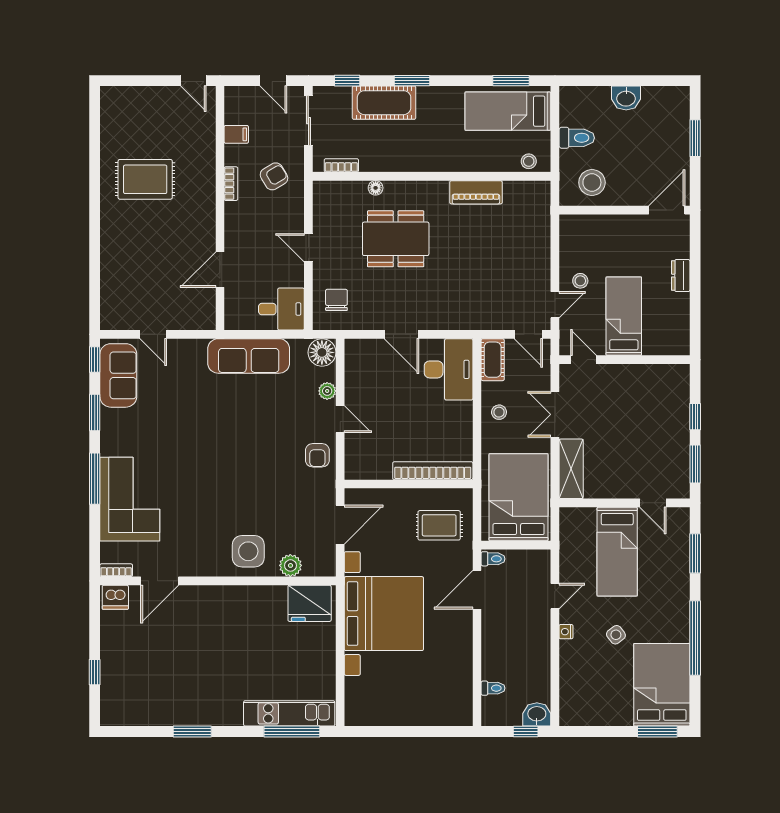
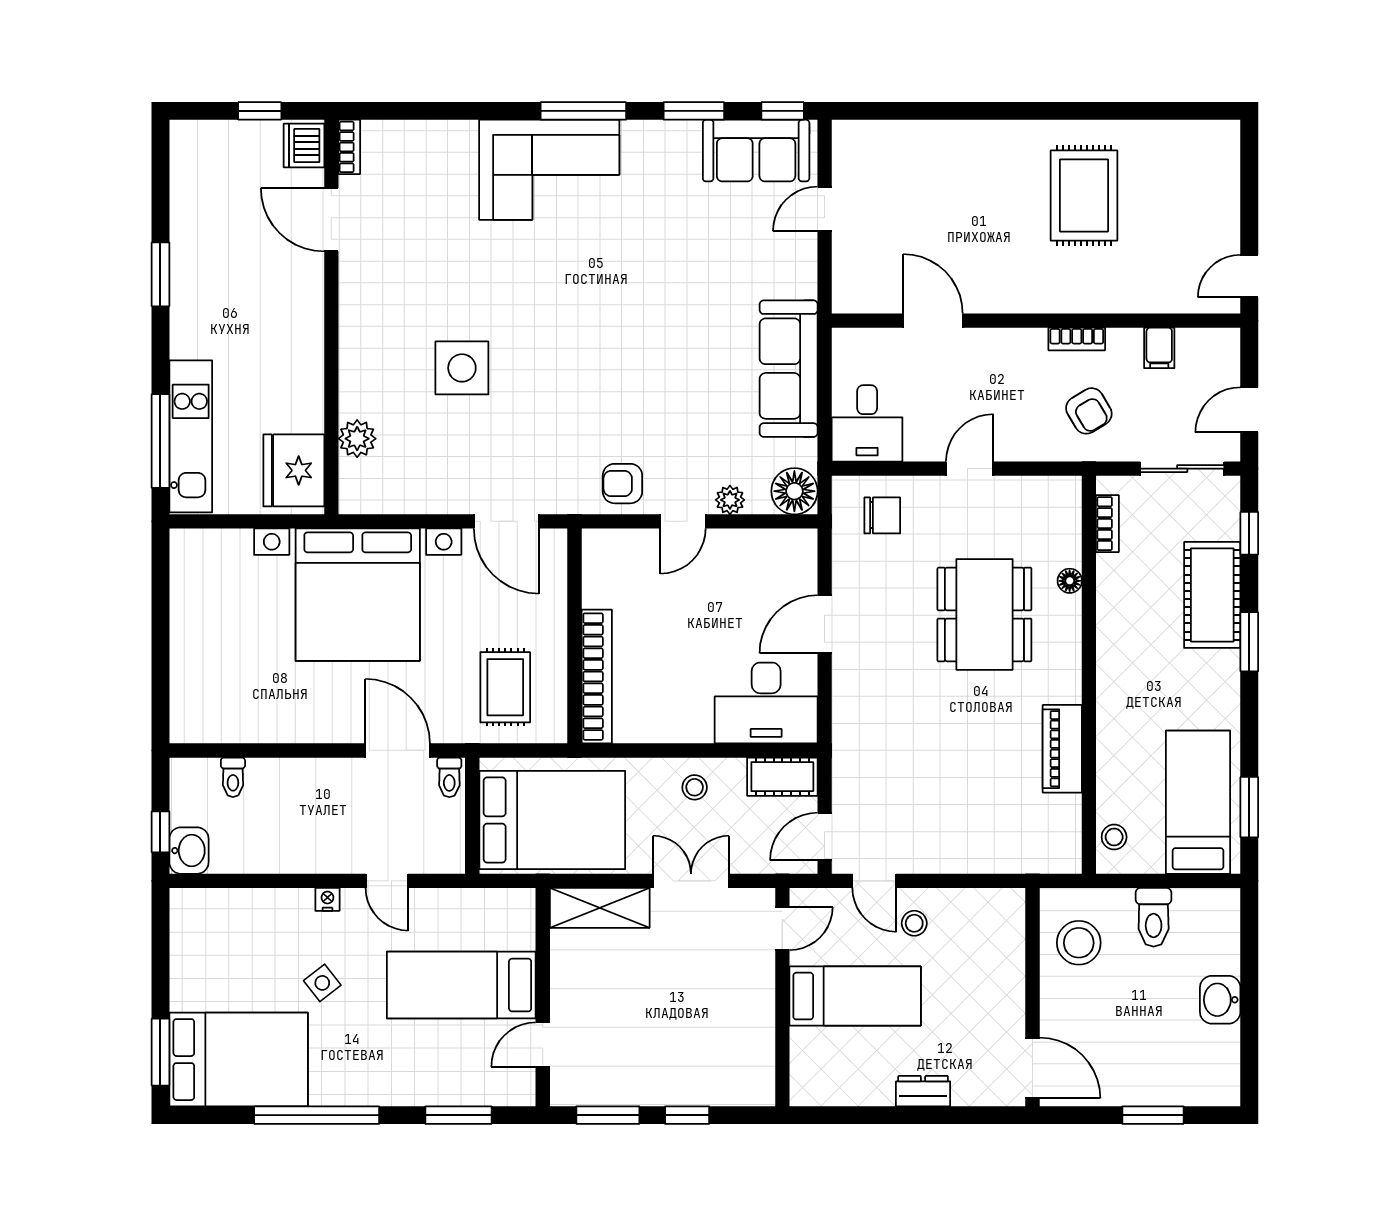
plant: (290, 565) -> (357, 439), moved
bookcase: (116, 570) -> (349, 147), moved
door: (160, 581) -> (331, 220), moved
wall: (218, 581) -> (331, 317), moved
dishwasher: (115, 597) -> (304, 146), moved
fridge: (310, 603) -> (294, 470), moved

